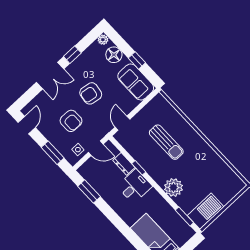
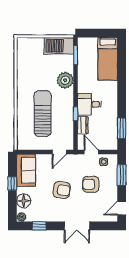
window: (72, 55) -> (39, 226), moved
double door: (50, 76) -> (77, 226), swing flipped
armchair: (71, 121) -> (91, 184), turned -90
sun lounger: (166, 142) -> (43, 114), width x1.36, depth x1.34

